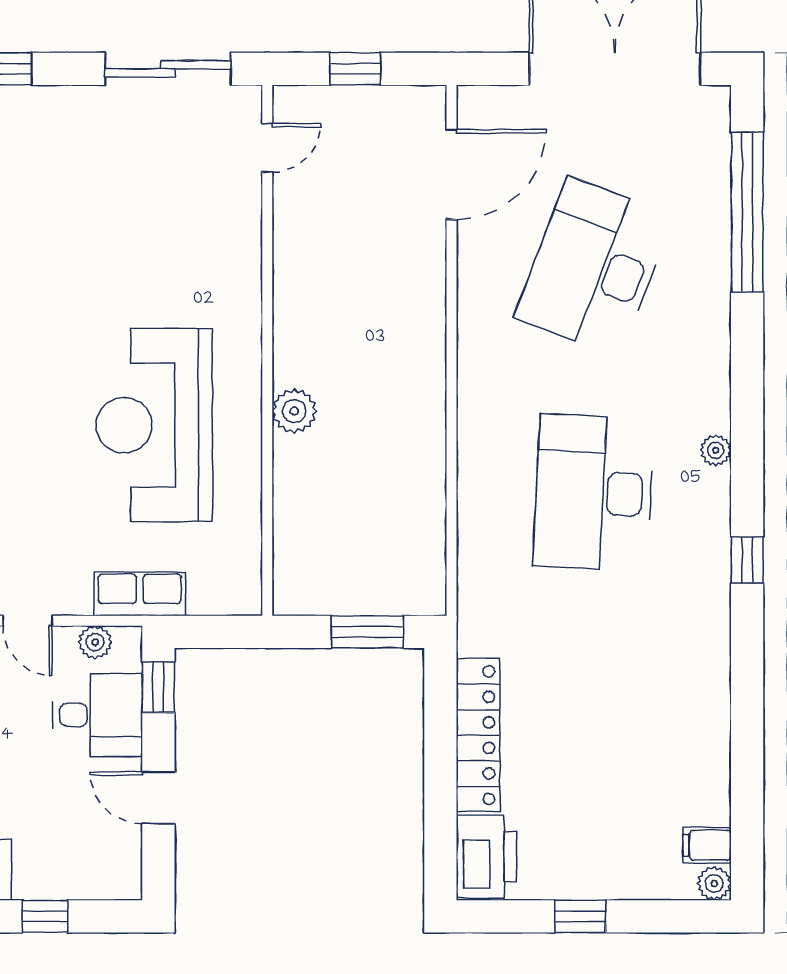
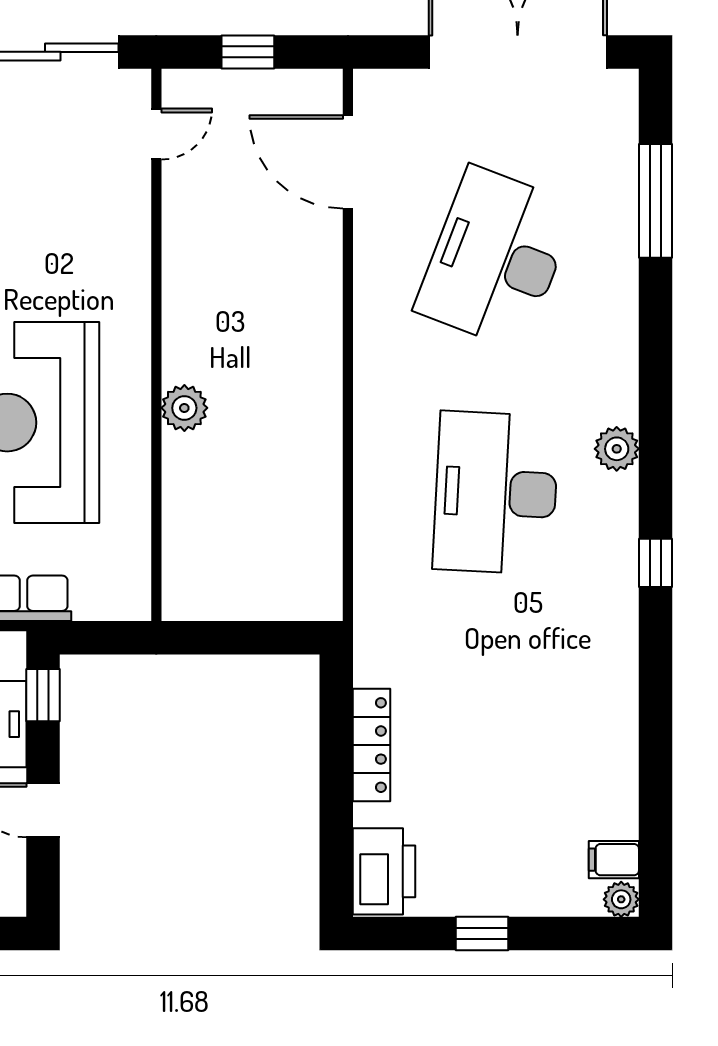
door: (452, 175) -> (348, 162), swing flipped
window: (747, 212) -> (655, 201), width x0.68
plant: (716, 450) -> (617, 449), width x1.38, depth x1.38
window: (367, 632) -> (260, 638), removed
locker: (478, 735) -> (372, 745), width x0.71, depth x0.83

